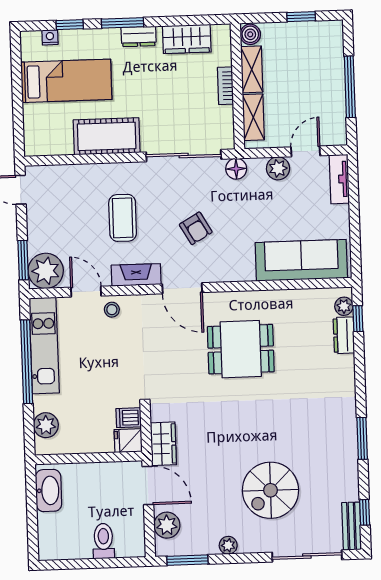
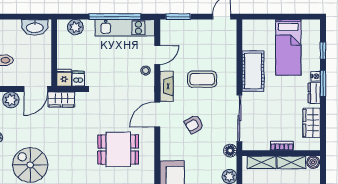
nightstand: (50, 37) -> (316, 76), moved
plant: (46, 271) -> (171, 30), removed
dining table: (241, 349) -> (118, 150), turned 90

